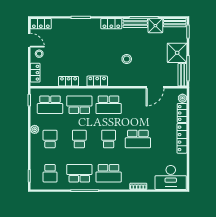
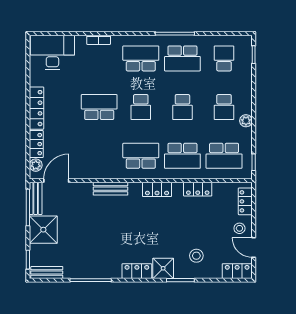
bench: (135, 23) -> (110, 189), moved
shower: (155, 26) -> (163, 268), moved
stool: (127, 59) -> (196, 256), moved
door: (155, 87) -> (56, 181), moved
school desk: (50, 105) -> (224, 156), turned 180

